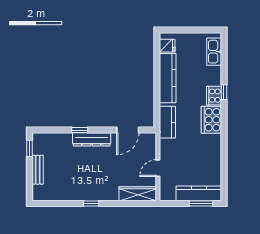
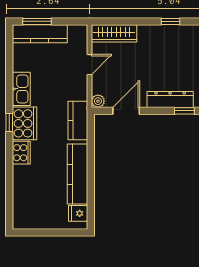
kitchen sink: (214, 52) -> (21, 89), moved
window: (224, 92) -> (9, 122), moved
plant: (151, 138) -> (98, 101), added

